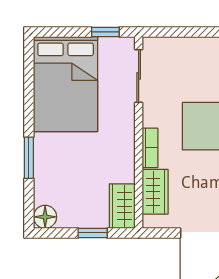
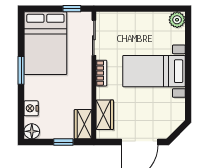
bookcase: (150, 148) -> (101, 73), moved
window: (29, 158) -> (21, 70), moved
nightstand: (44, 182) -> (31, 108), added

